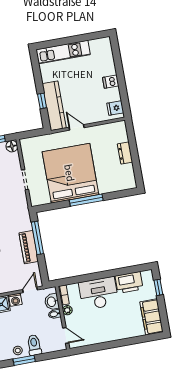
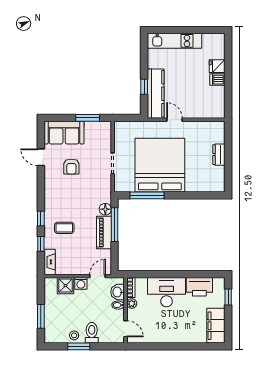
fridge: (115, 108) -> (217, 66), moved
floor lamp: (12, 146) -> (105, 209), moved
window: (86, 200) -> (147, 195), moved

